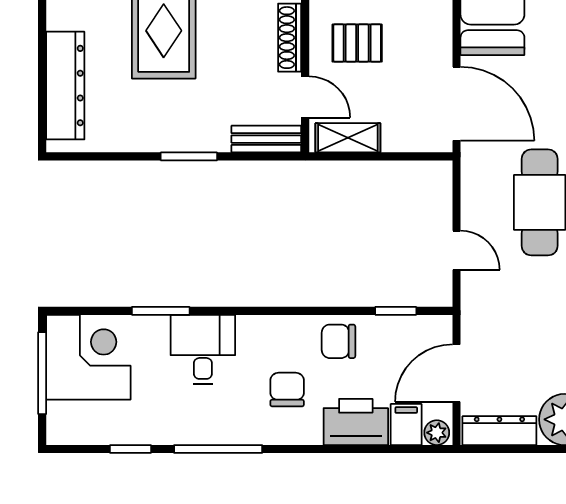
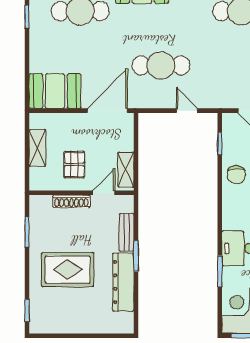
dresser: (65, 86) -> (123, 282), moved, turned -90
bench: (266, 139) -> (127, 232), moved
door: (456, 250) -> (187, 111), hinge flipped

